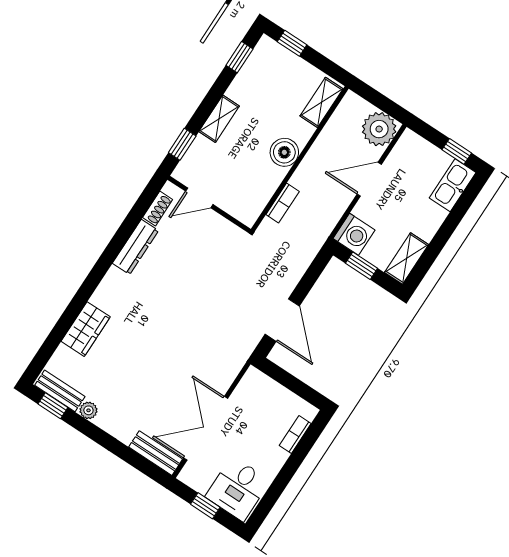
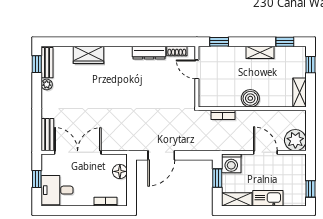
shelving: (321, 102) -> (299, 93), moved, turned 90
shelving: (219, 119) -> (260, 52), moved
kitchen sink: (453, 185) -> (268, 198), moved
floor lamp: (268, 389) -> (120, 171), added

